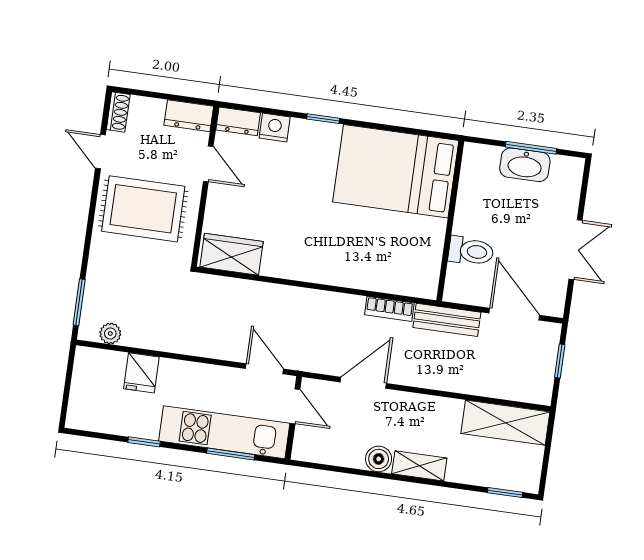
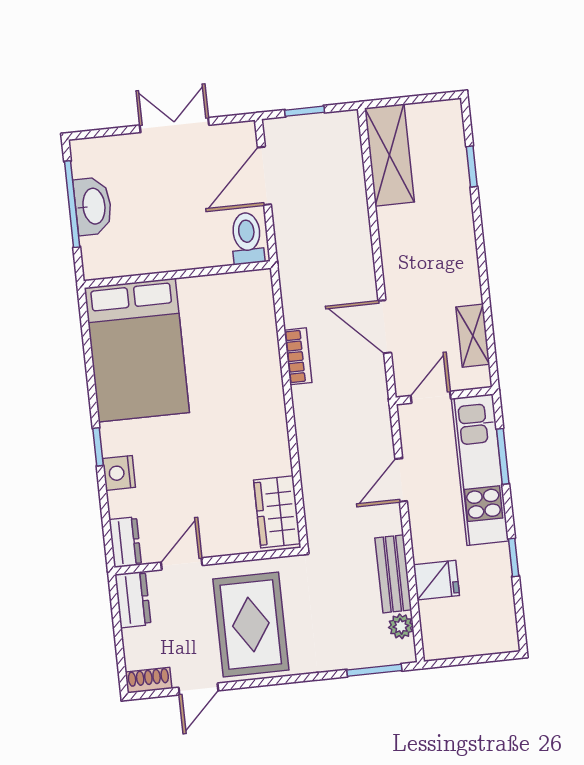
nightstand: (275, 128) -> (119, 473), moved
window: (531, 148) -> (72, 204), width x1.44
toilet: (471, 251) -> (247, 238), moved
bookcase: (389, 309) -> (298, 356), moved
bench: (447, 320) -> (393, 574), moved
door: (265, 369) -> (401, 480), moved
boiler: (379, 459) -> (466, 288), removed
shelving: (419, 466) -> (473, 336), moved
window: (505, 493) -> (472, 167), moved

